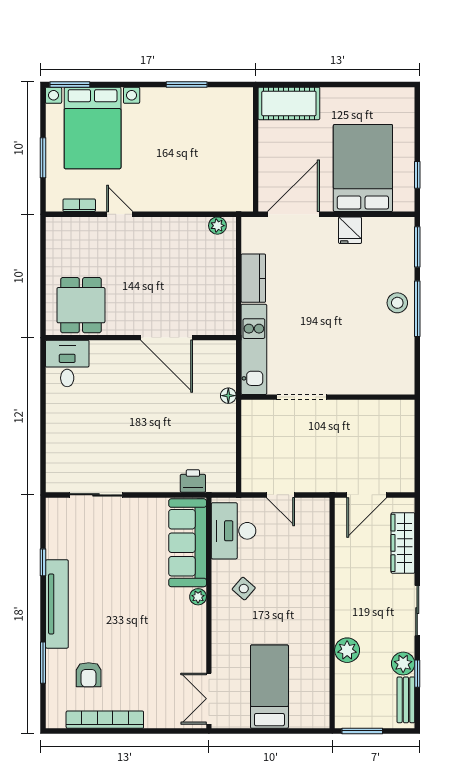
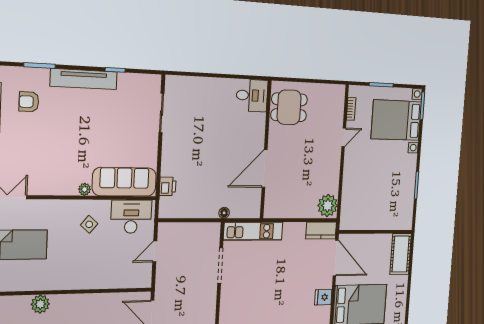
plant: (217, 226) -> (328, 205), width x1.88, depth x1.88
kitchen counter: (253, 278) -> (321, 230), moved

